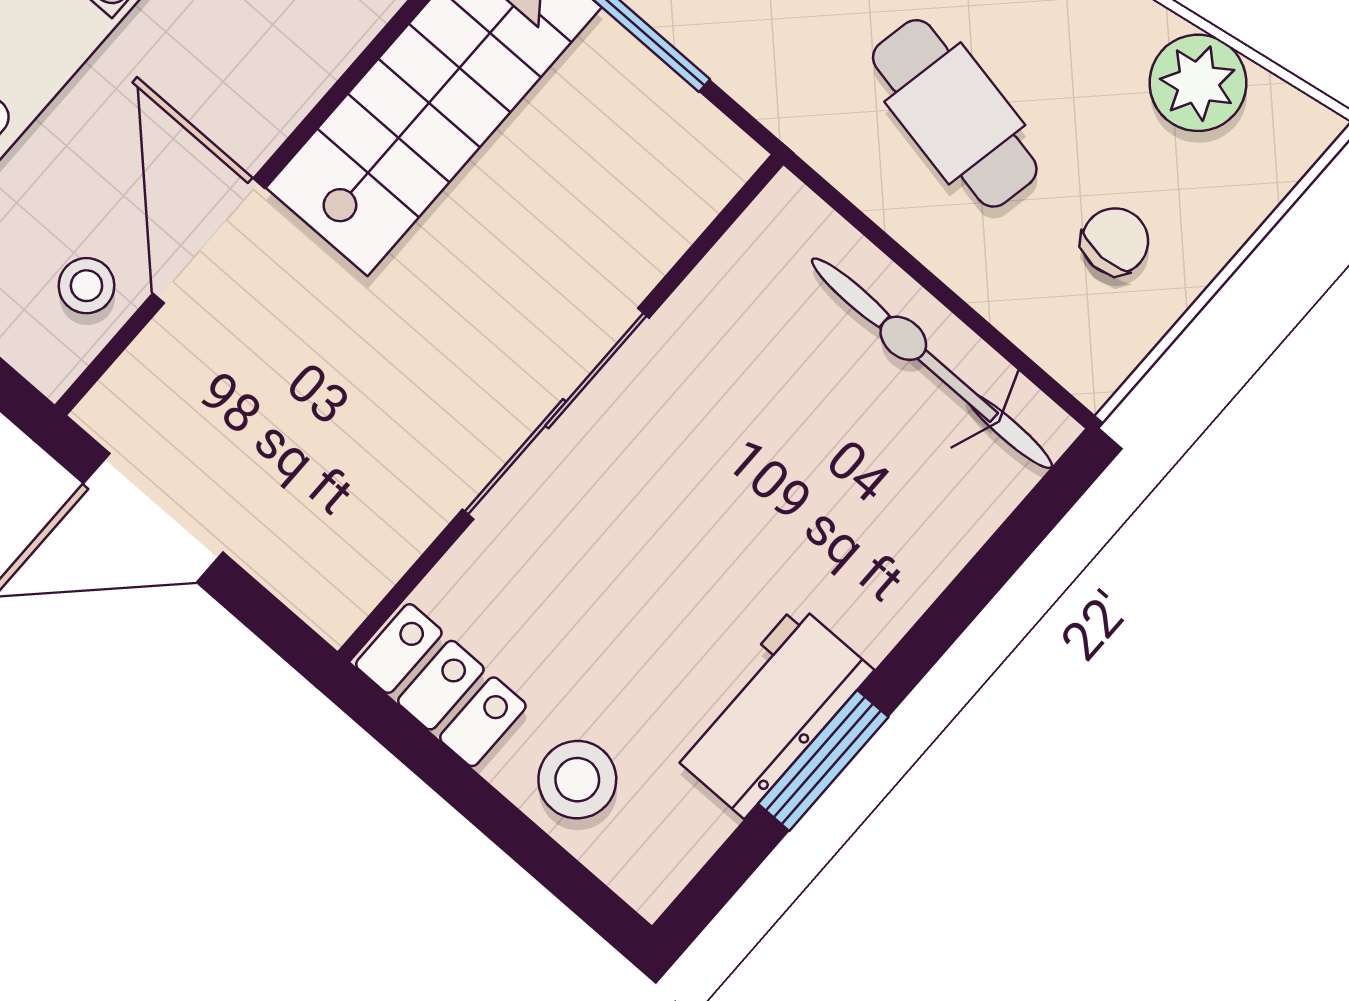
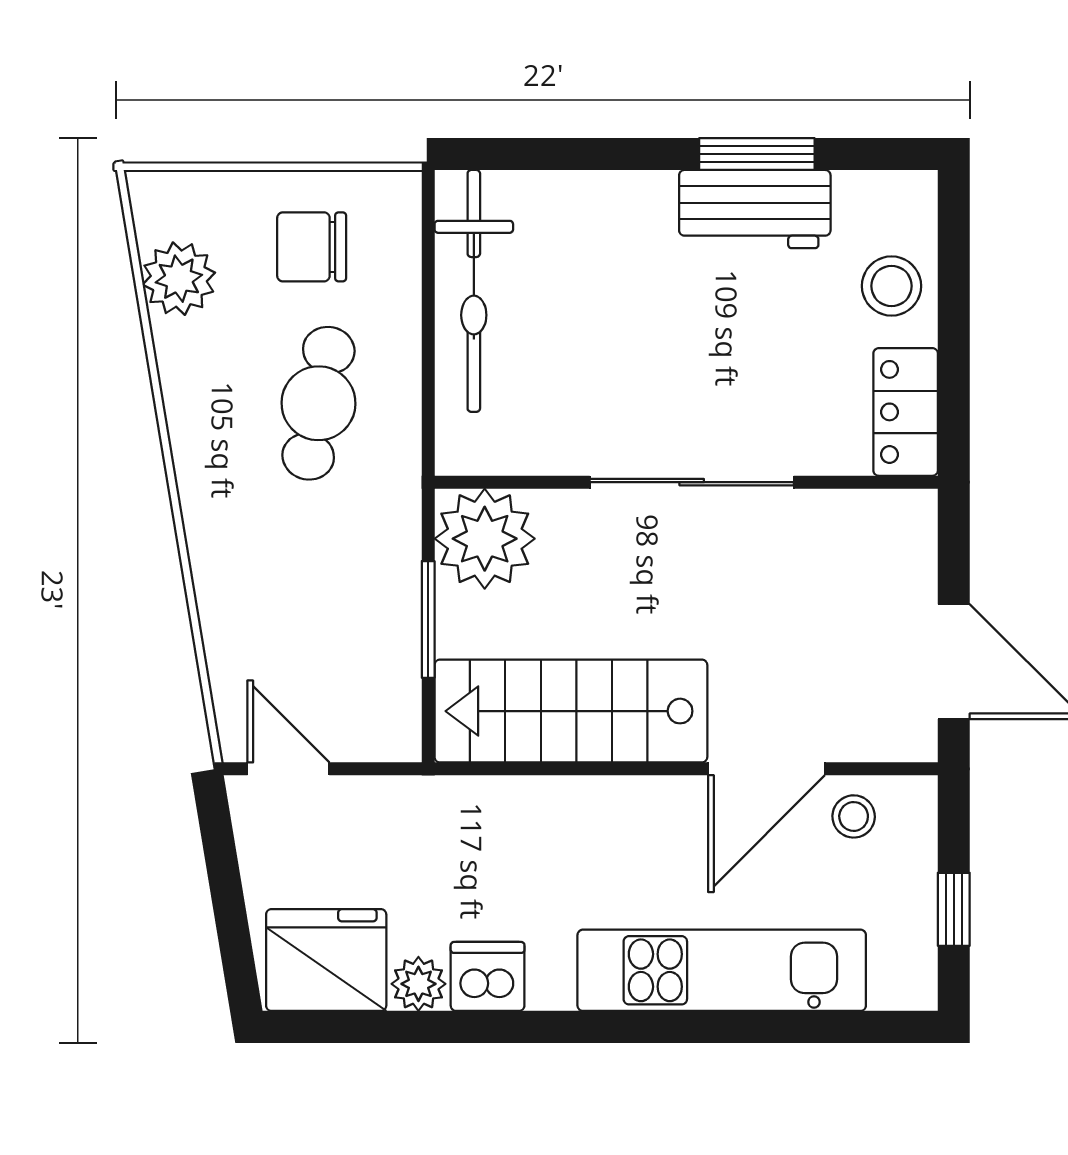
plant: (678, 161) -> (485, 539), added
chair: (1115, 241) -> (312, 247), width x1.37, depth x1.37

